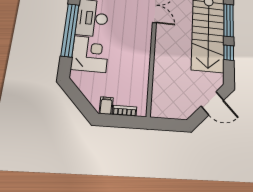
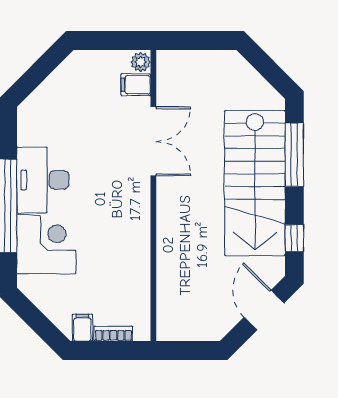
window: (229, 53) -> (294, 238), moved
door: (212, 103) -> (264, 310), swing flipped

